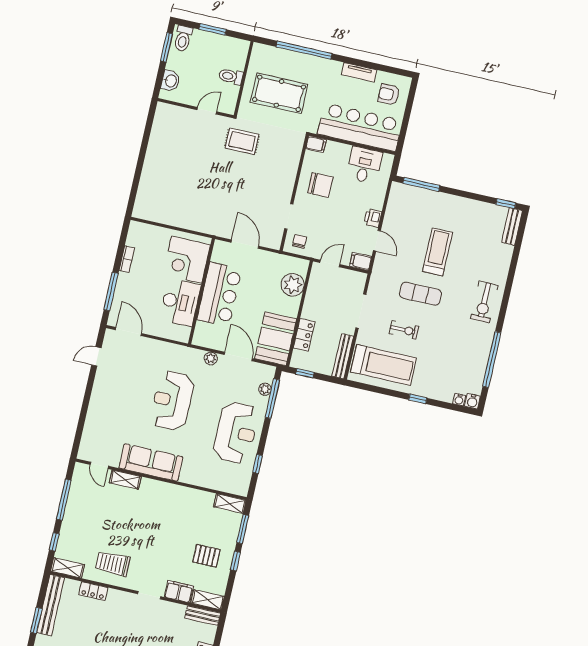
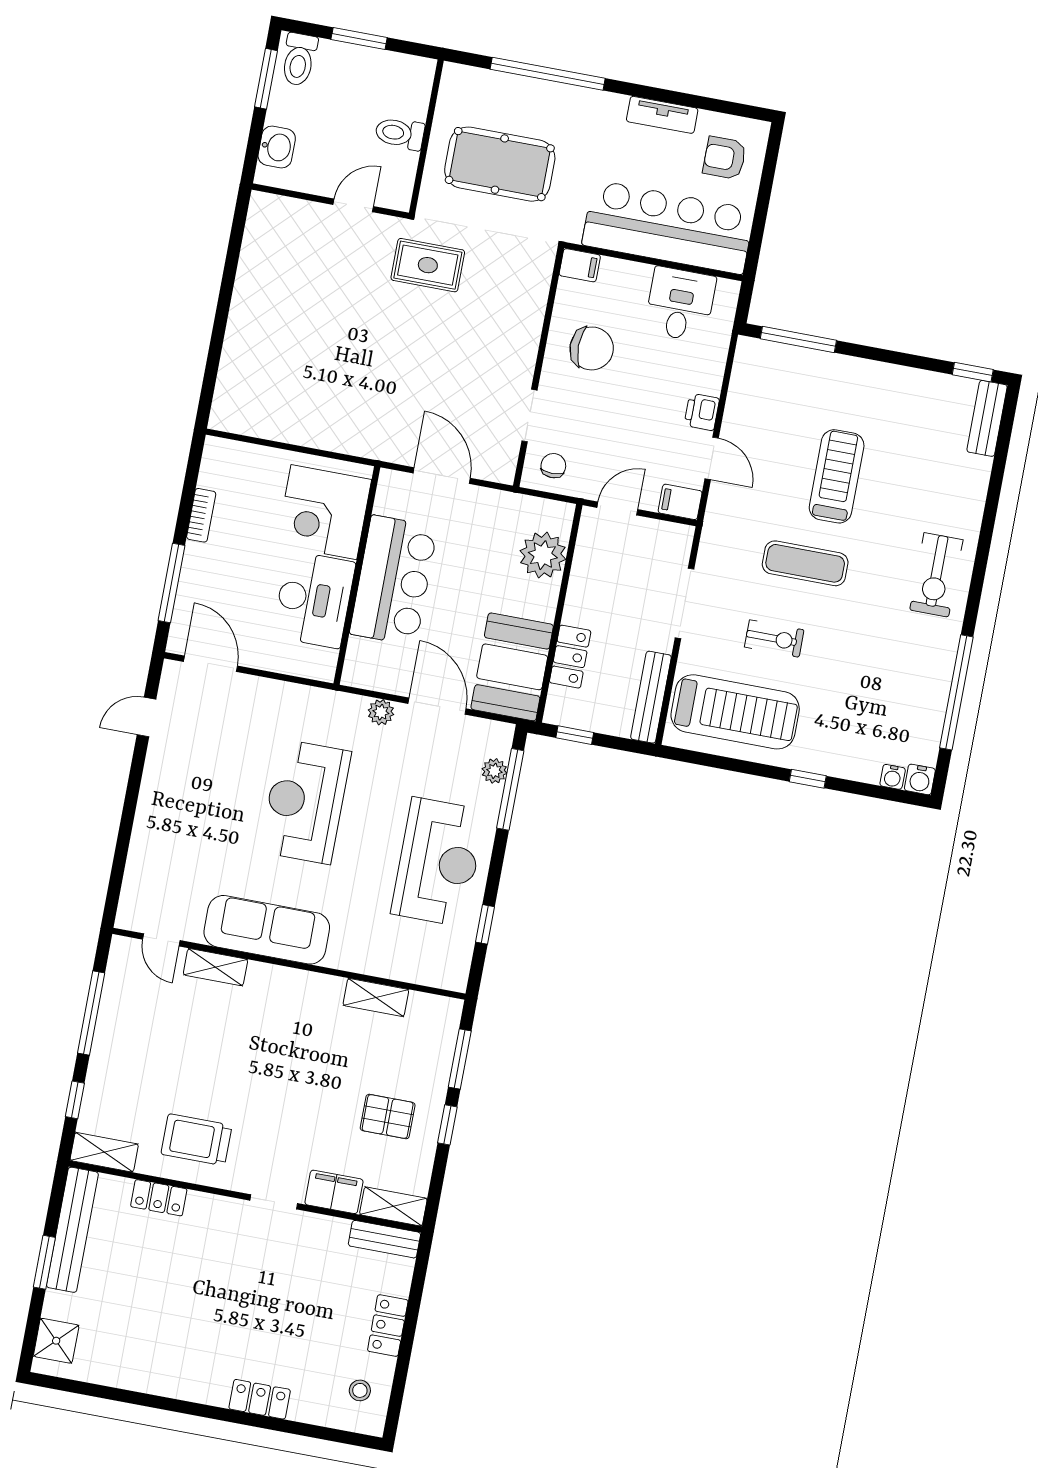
shelving: (230, 504) -> (376, 997), moved

